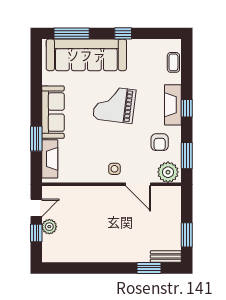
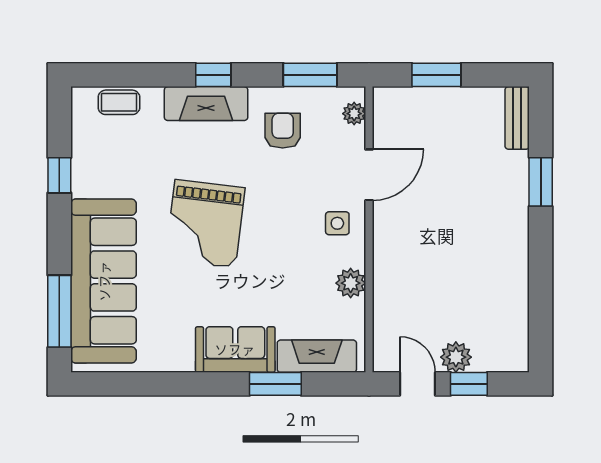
window: (123, 33) -> (59, 175), moved
sofa: (53, 112) -> (235, 349), width x0.73
armchair: (160, 142) -> (283, 131), turned -90
plant: (168, 172) -> (354, 114), width x0.53, depth x0.53
plant: (85, 175) -> (351, 283), added
window: (187, 235) -> (436, 75), moved
window: (149, 268) -> (541, 182), moved

